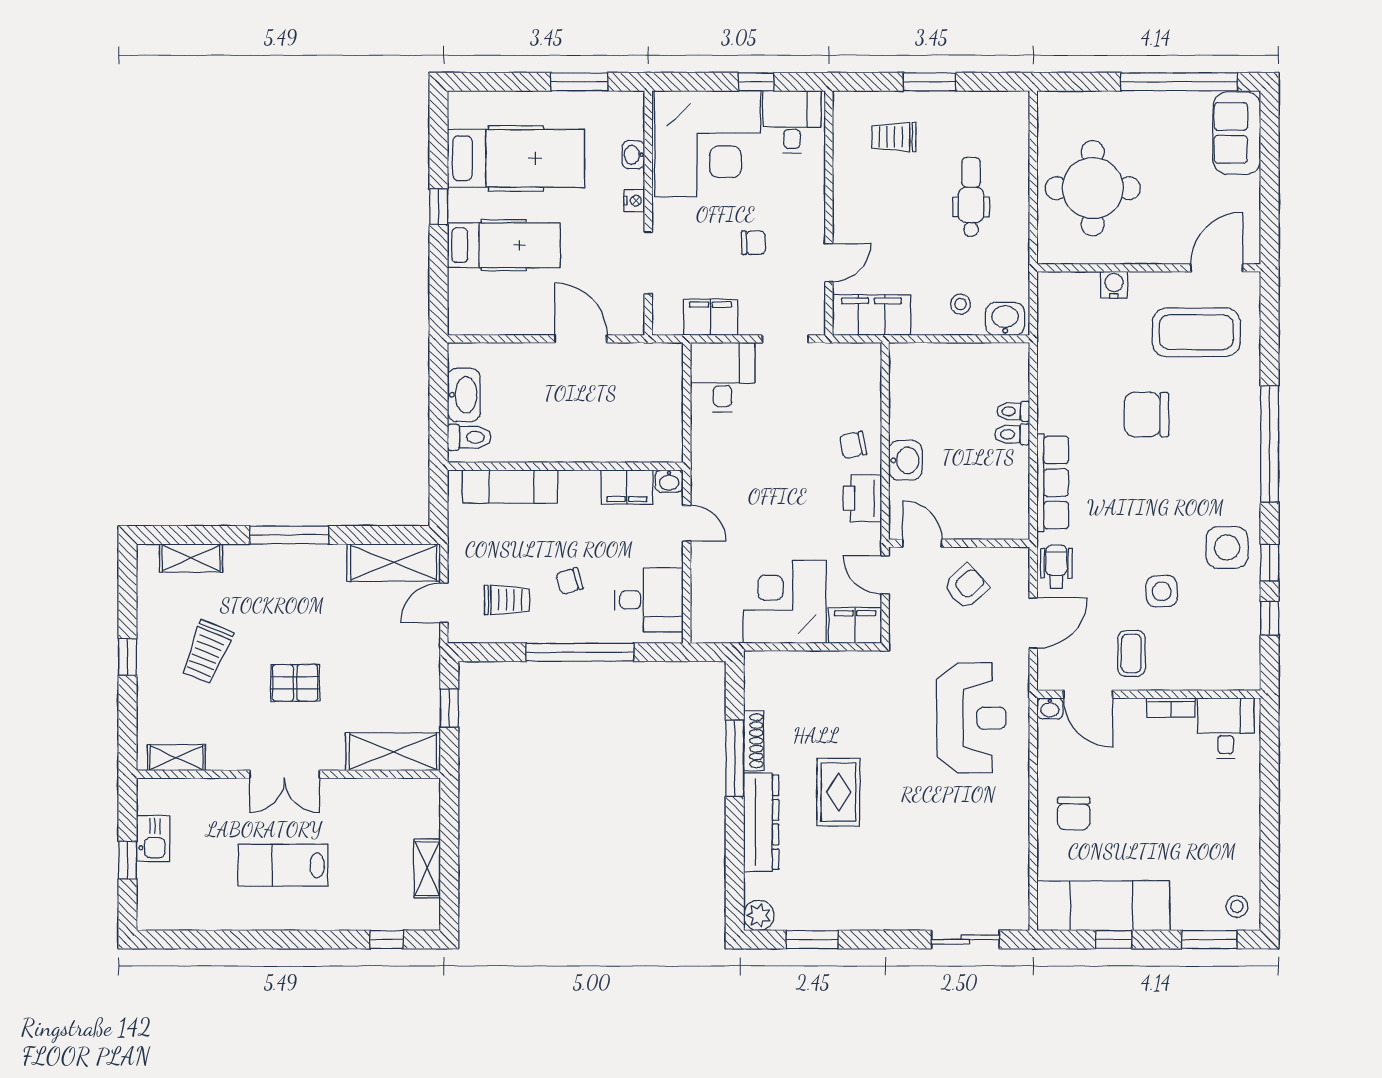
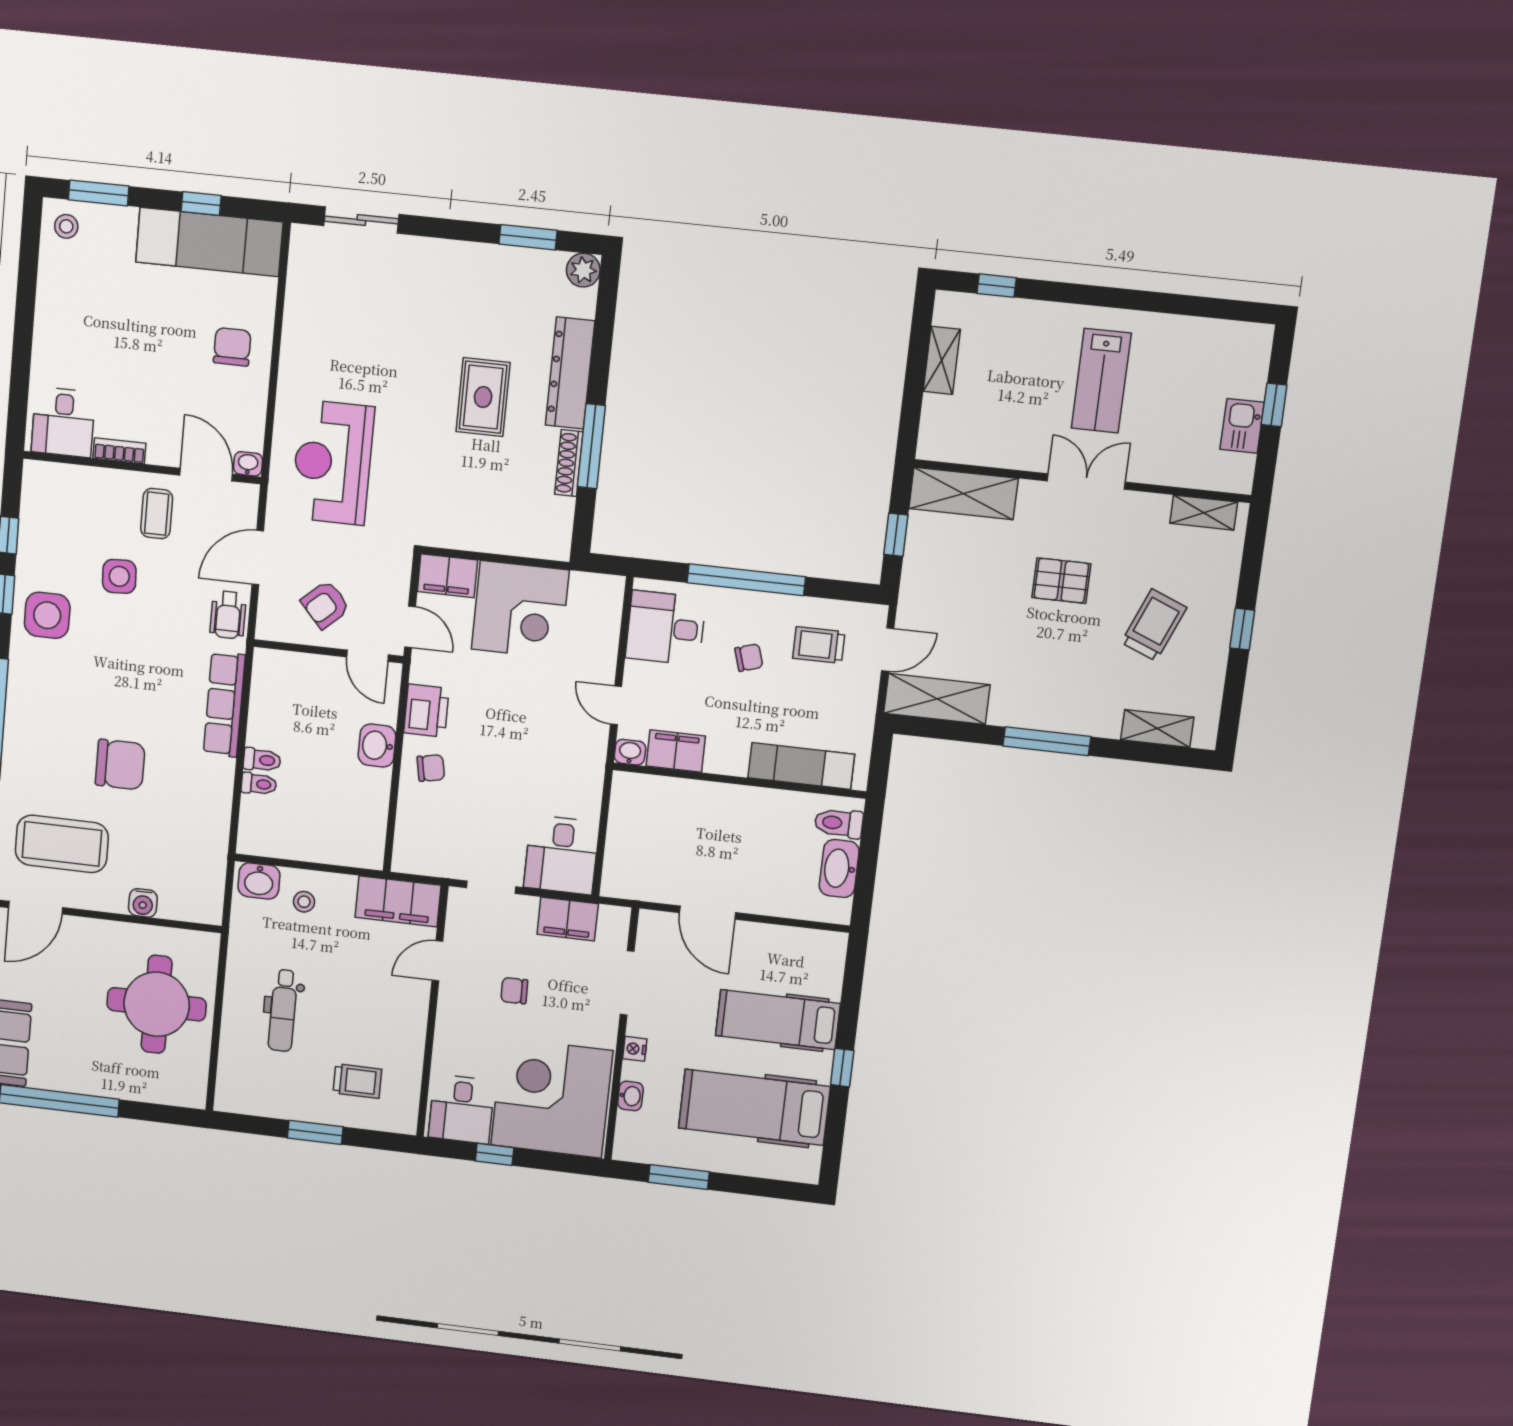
lab bench: (283, 865) -> (1101, 381), turned 90

